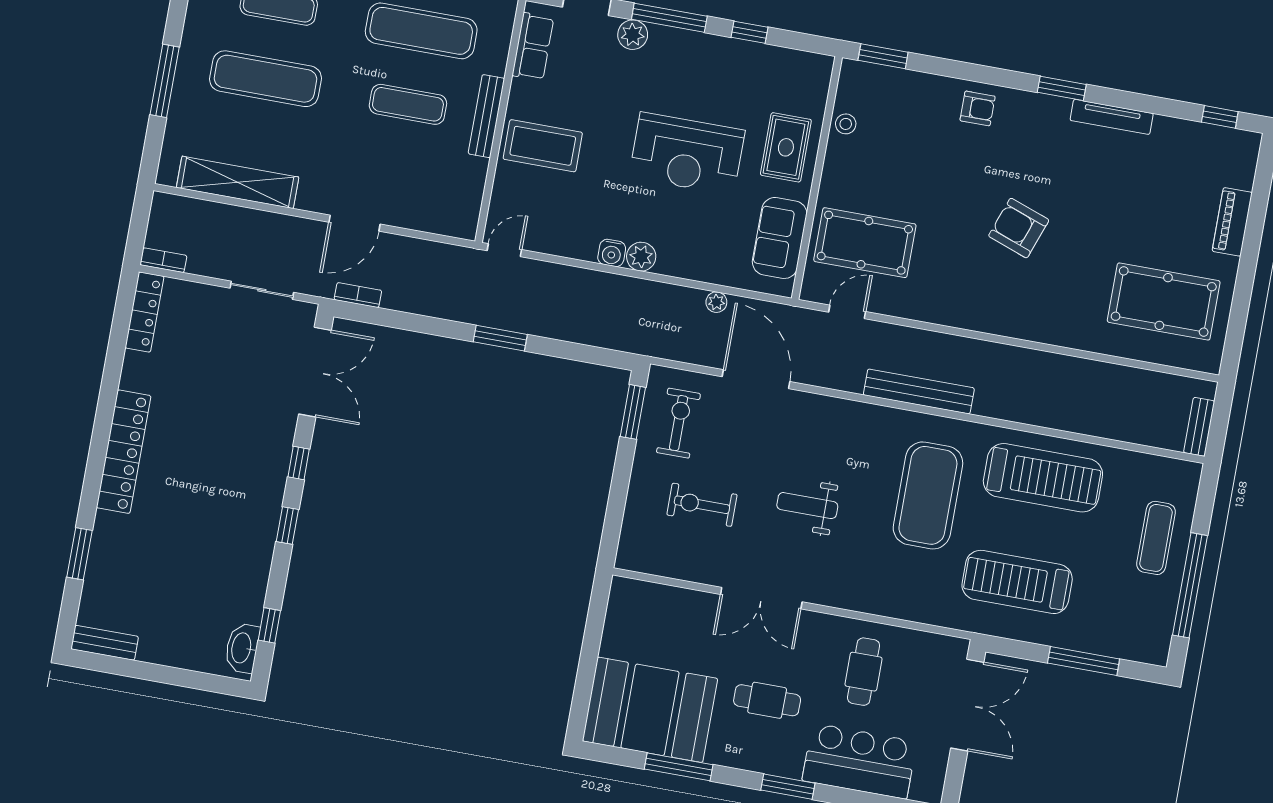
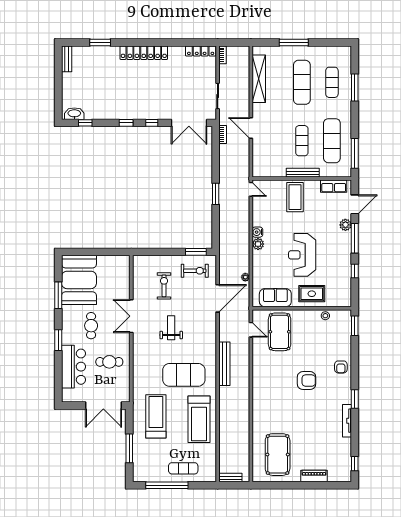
armchair: (1019, 228) -> (306, 381), moved, turned 70

